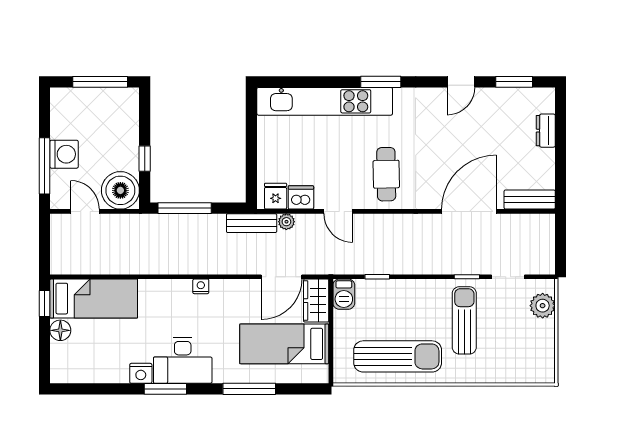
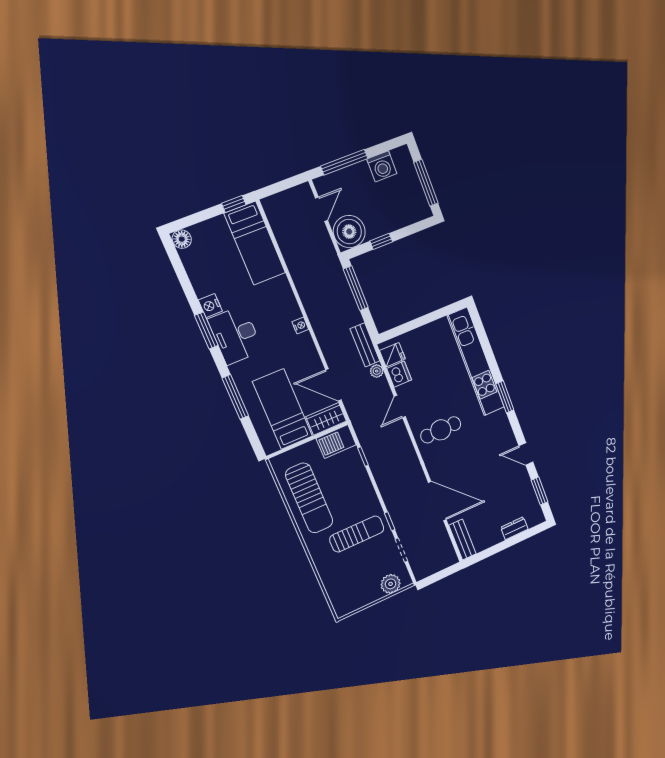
washing machine: (64, 154) -> (382, 166), moved
barbecue: (344, 294) -> (336, 442), width x1.38, depth x1.27
floor lamp: (60, 330) -> (182, 239), moved

